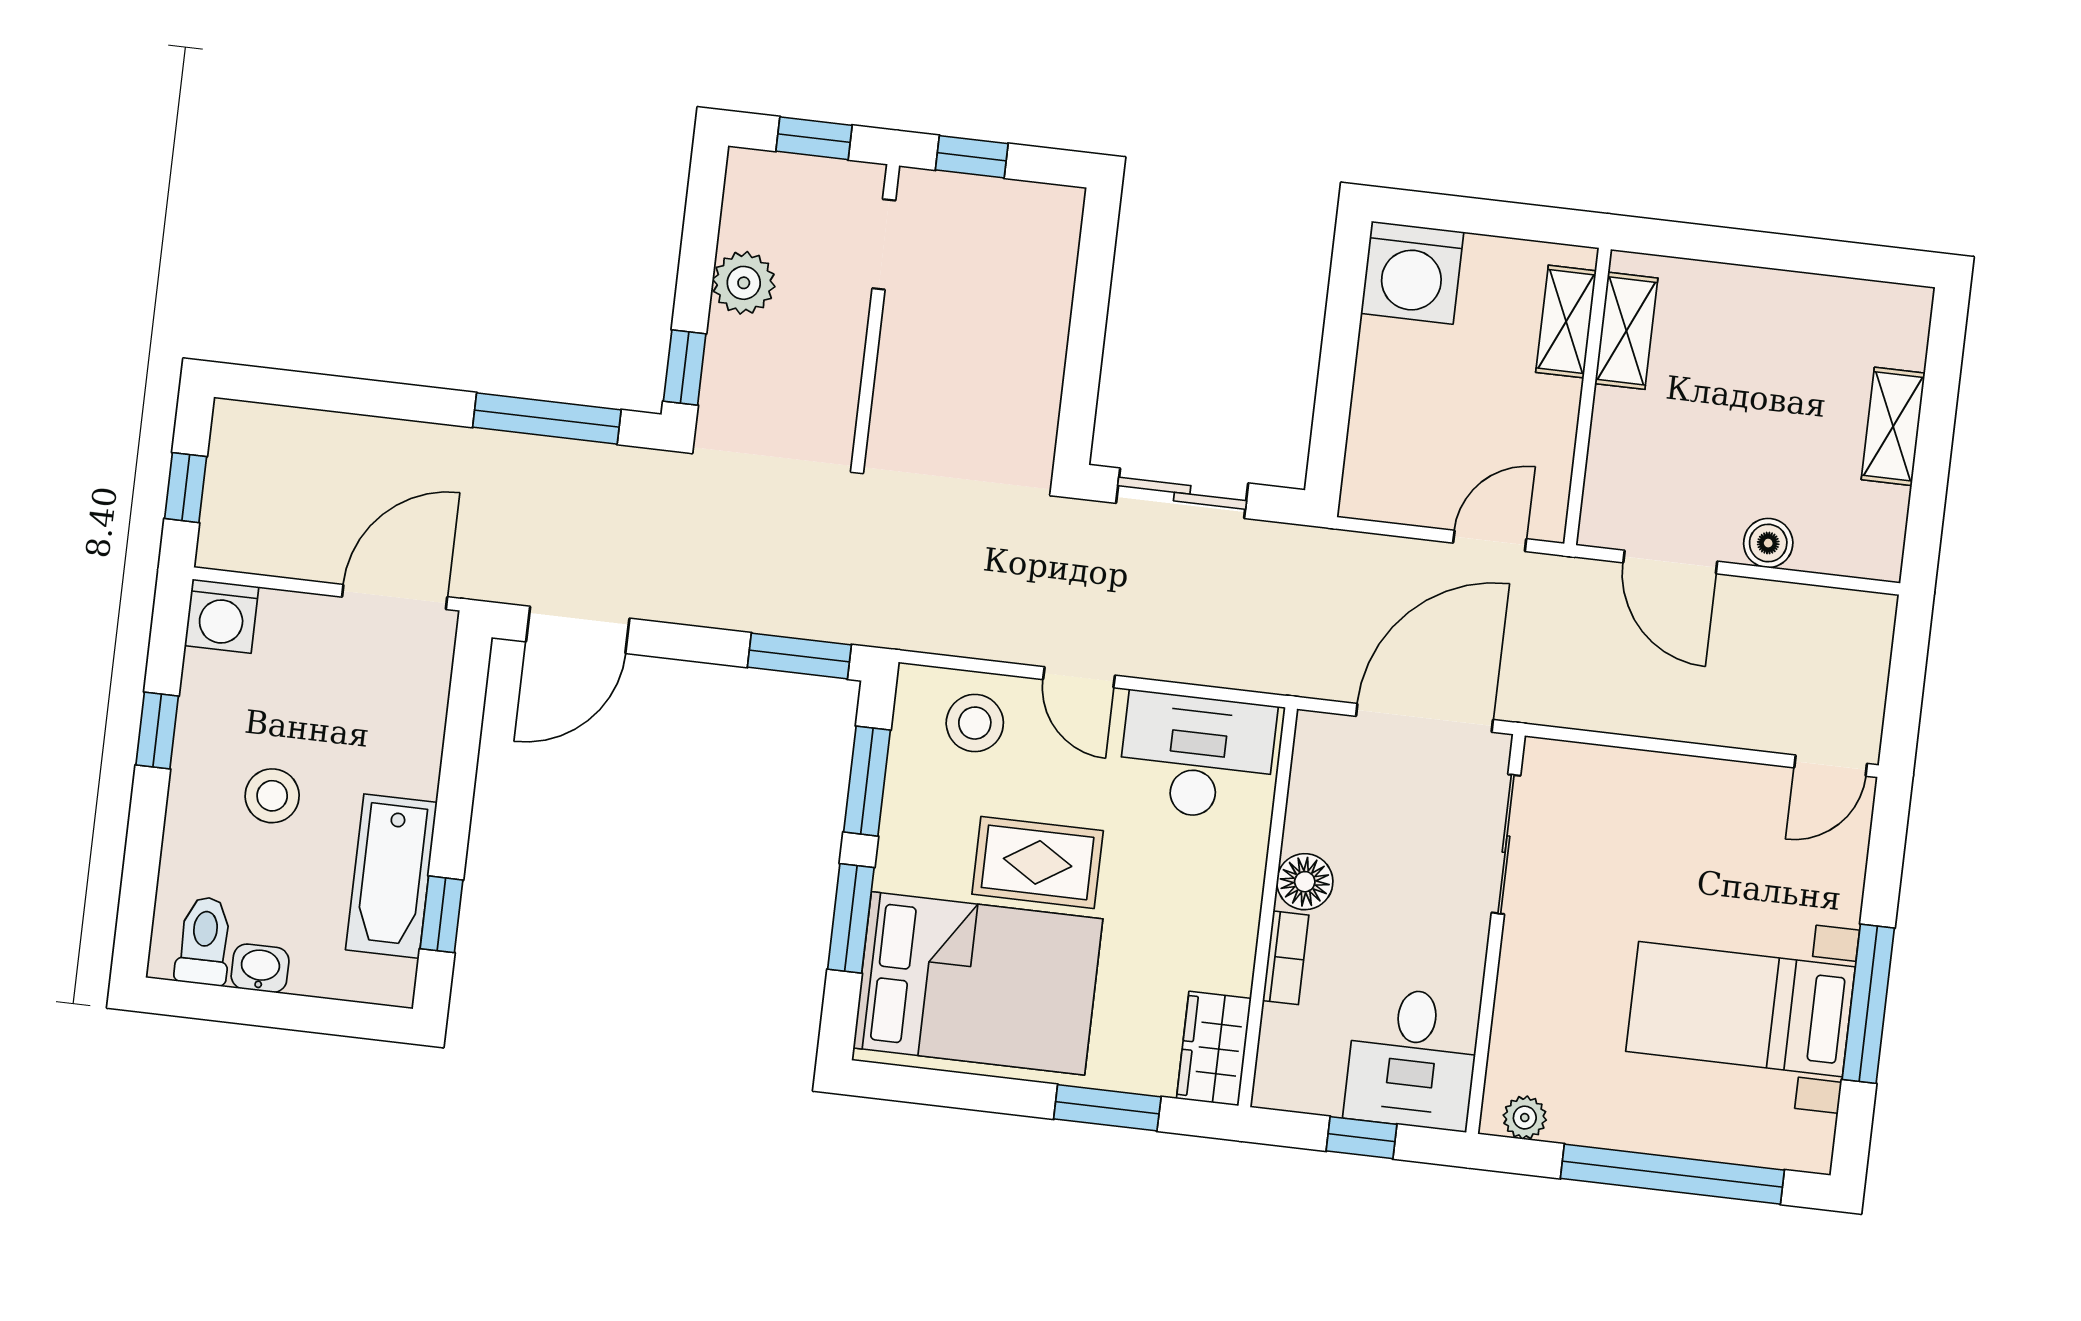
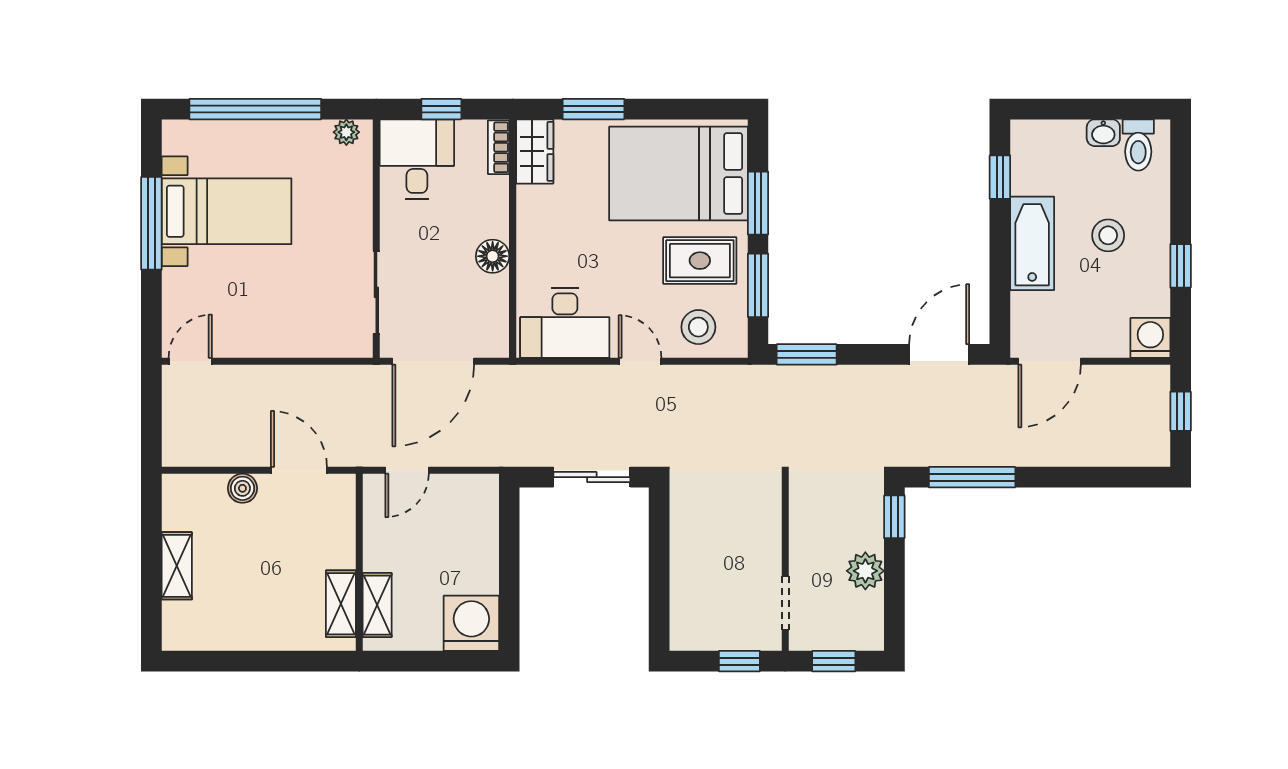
rug: (1038, 862) -> (700, 261), moved
bathtub: (391, 876) -> (1032, 243), moved
bookcase: (1286, 958) -> (498, 147), moved

